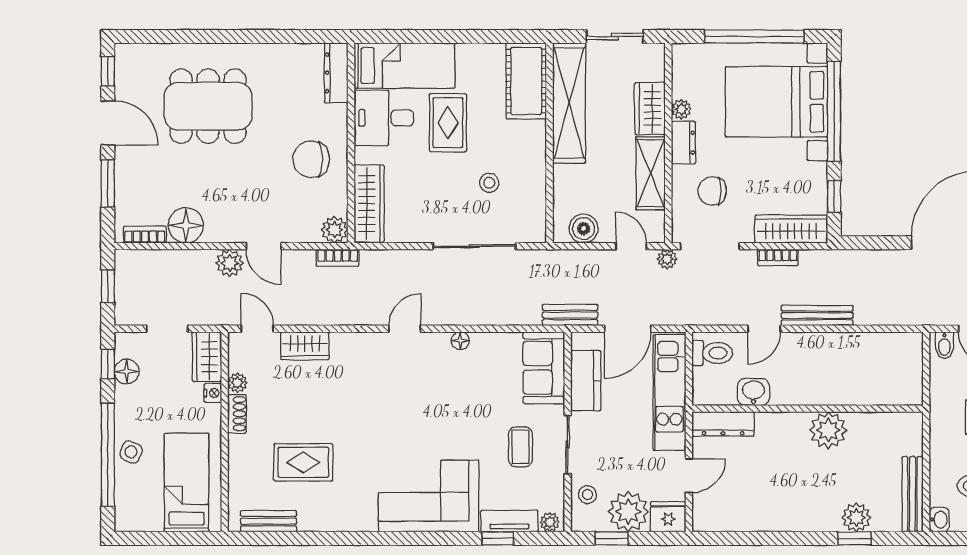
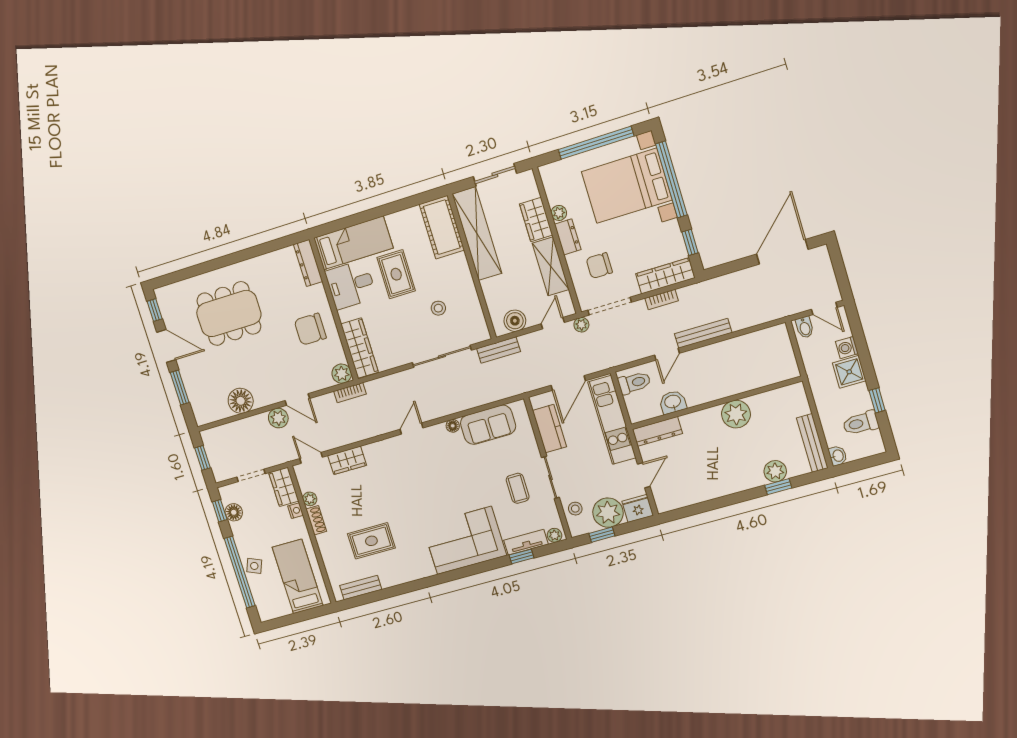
bookcase: (145, 235) -> (216, 415), removed
door: (631, 246) -> (553, 323), hinge flipped
bench: (570, 315) -> (499, 350), moved
sofa: (544, 368) -> (488, 425), moved, turned -90

